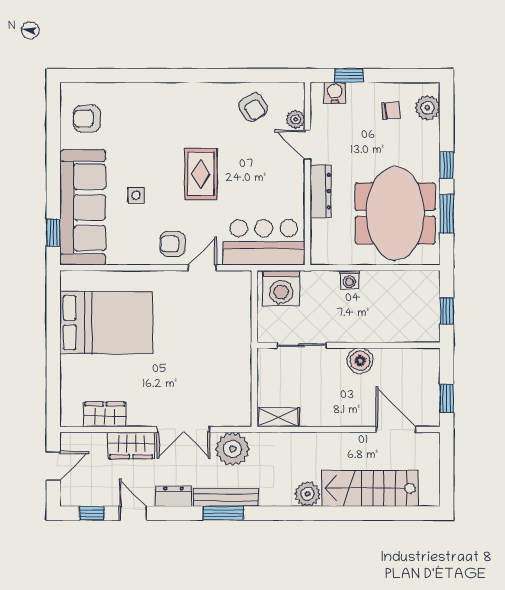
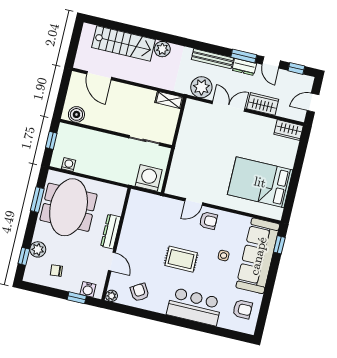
plant: (427, 108) -> (38, 249), moved
plant: (296, 119) -> (112, 296), moved
window: (447, 165) -> (24, 256), moved
rug: (201, 174) -> (181, 259), turned 90
bar counter: (264, 242) -> (194, 307), moved, turned 180
washing machine: (349, 280) -> (69, 165), moved
boiler: (360, 361) -> (76, 114), moved
window: (447, 398) -> (64, 87), removed
wardrobe: (105, 414) -> (289, 130), moved
window: (224, 513) -> (244, 56), moved

